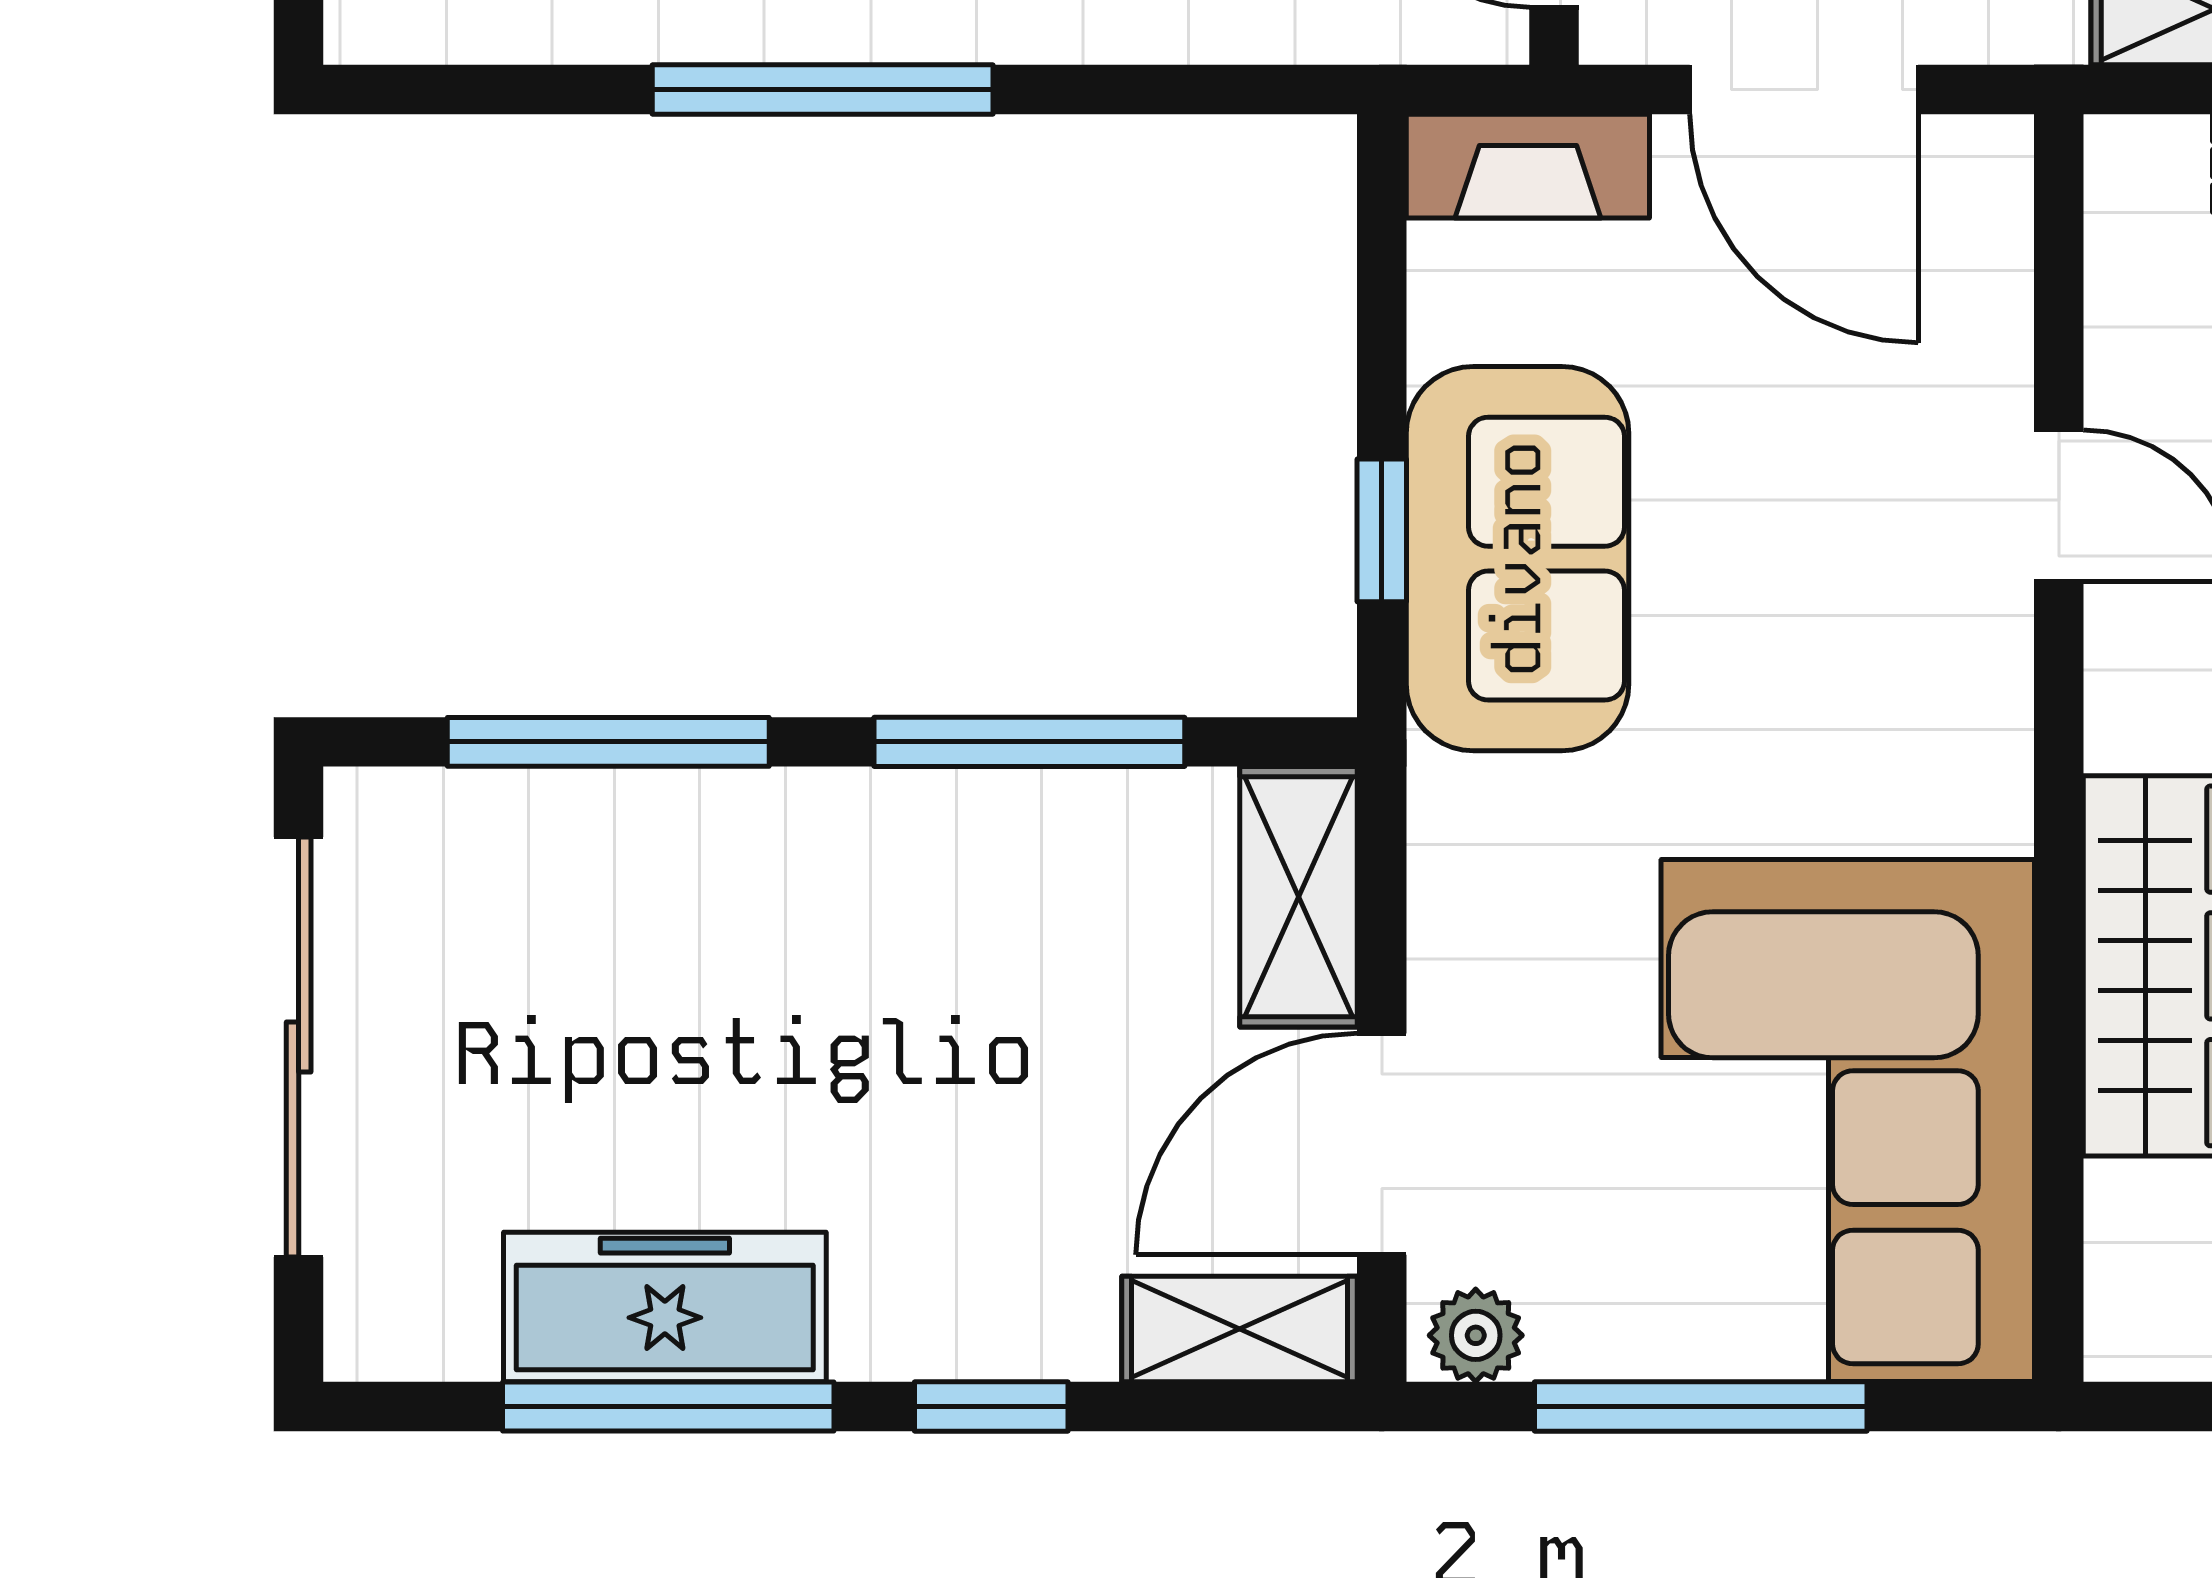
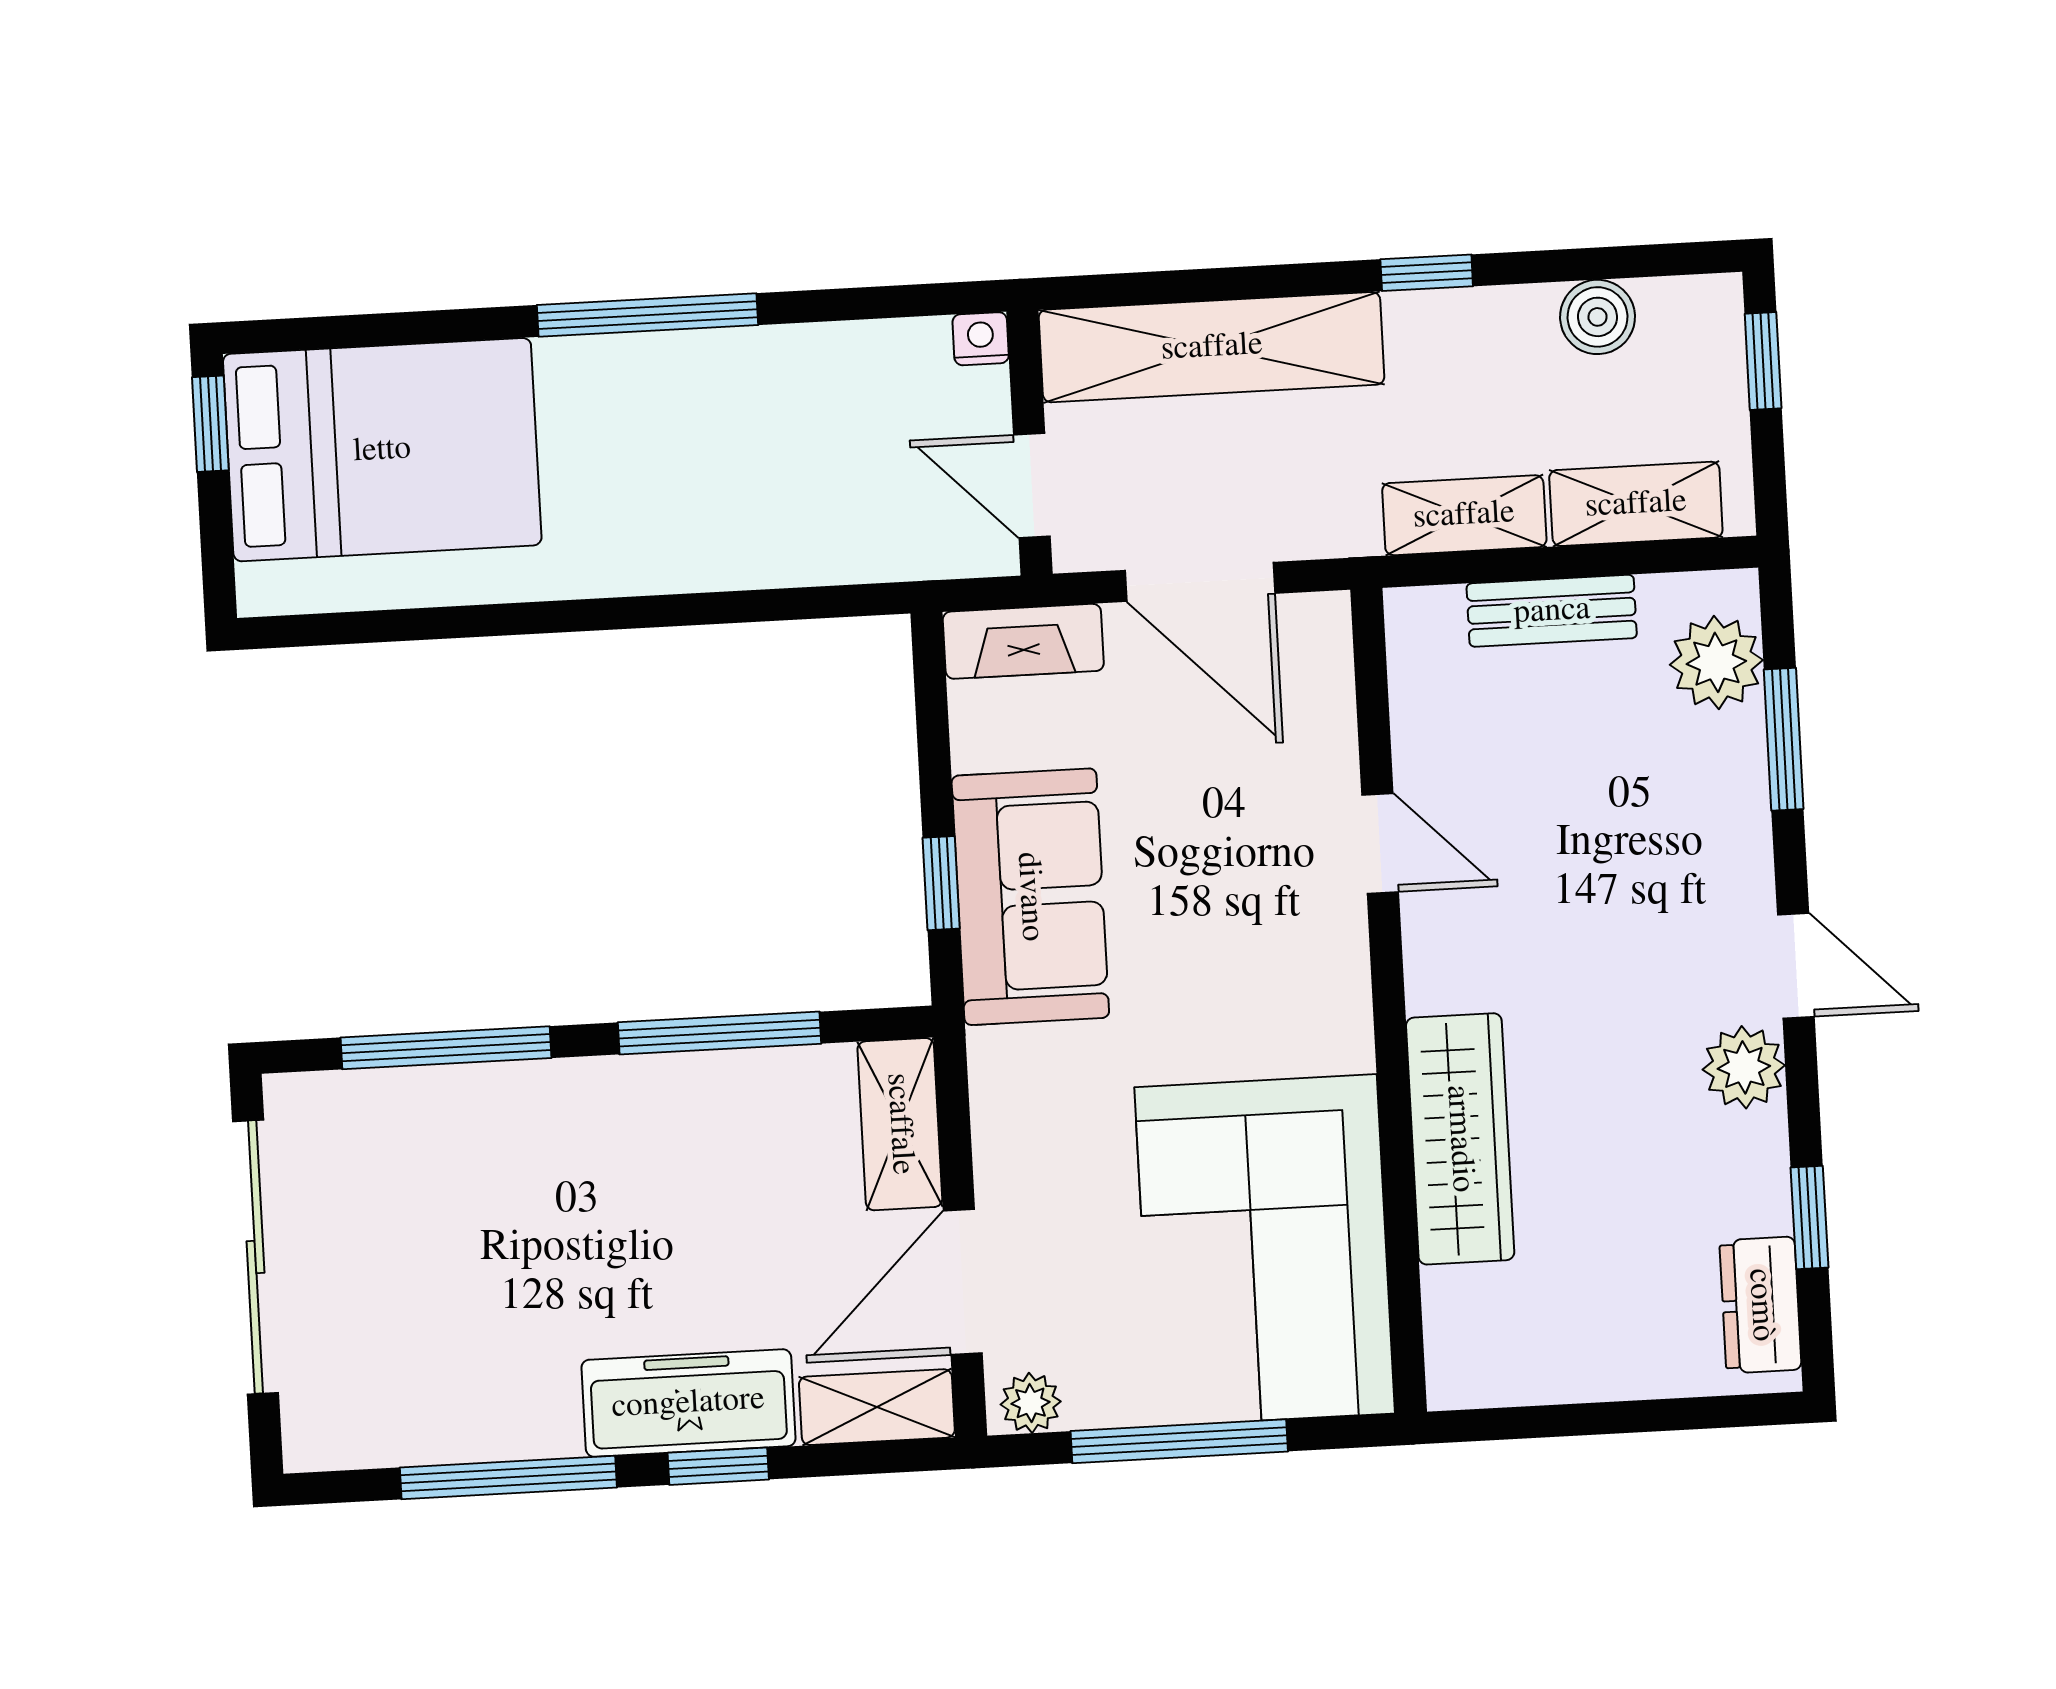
window: (823, 90) -> (562, 616), removed
freezer: (665, 1307) -> (688, 1403), moved

